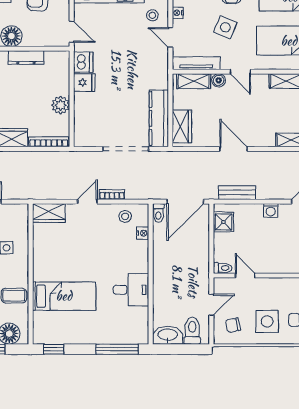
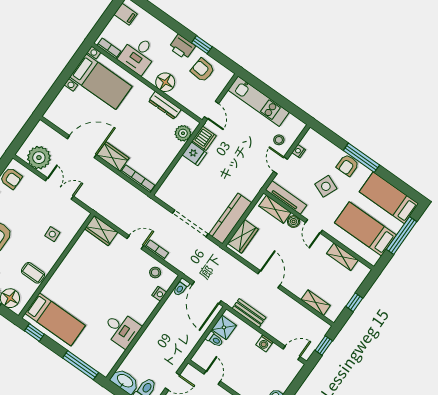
plant: (61, 105) -> (183, 133), moved
door: (185, 202) -> (207, 293), hinge flipped
toilet: (223, 268) -> (214, 339), moved
bed: (64, 296) -> (55, 319), moved

